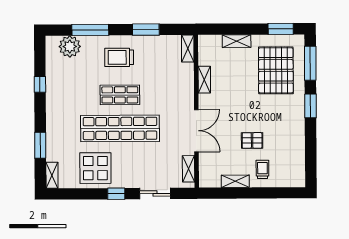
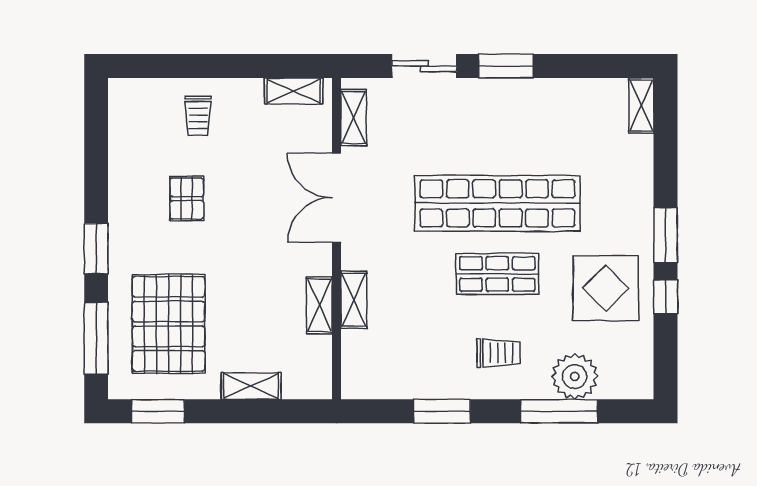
plant: (70, 46) -> (575, 376), moved
shelving: (188, 49) -> (354, 300), moved
trolley: (119, 57) -> (498, 353), width x0.73, depth x0.72
pallet: (252, 140) -> (187, 199), moved, turned 90
window: (40, 145) -> (666, 235), moved
display table: (95, 168) -> (606, 288), moved
shelving: (235, 181) -> (294, 91), moved
window: (116, 194) -> (506, 66), width x1.50

